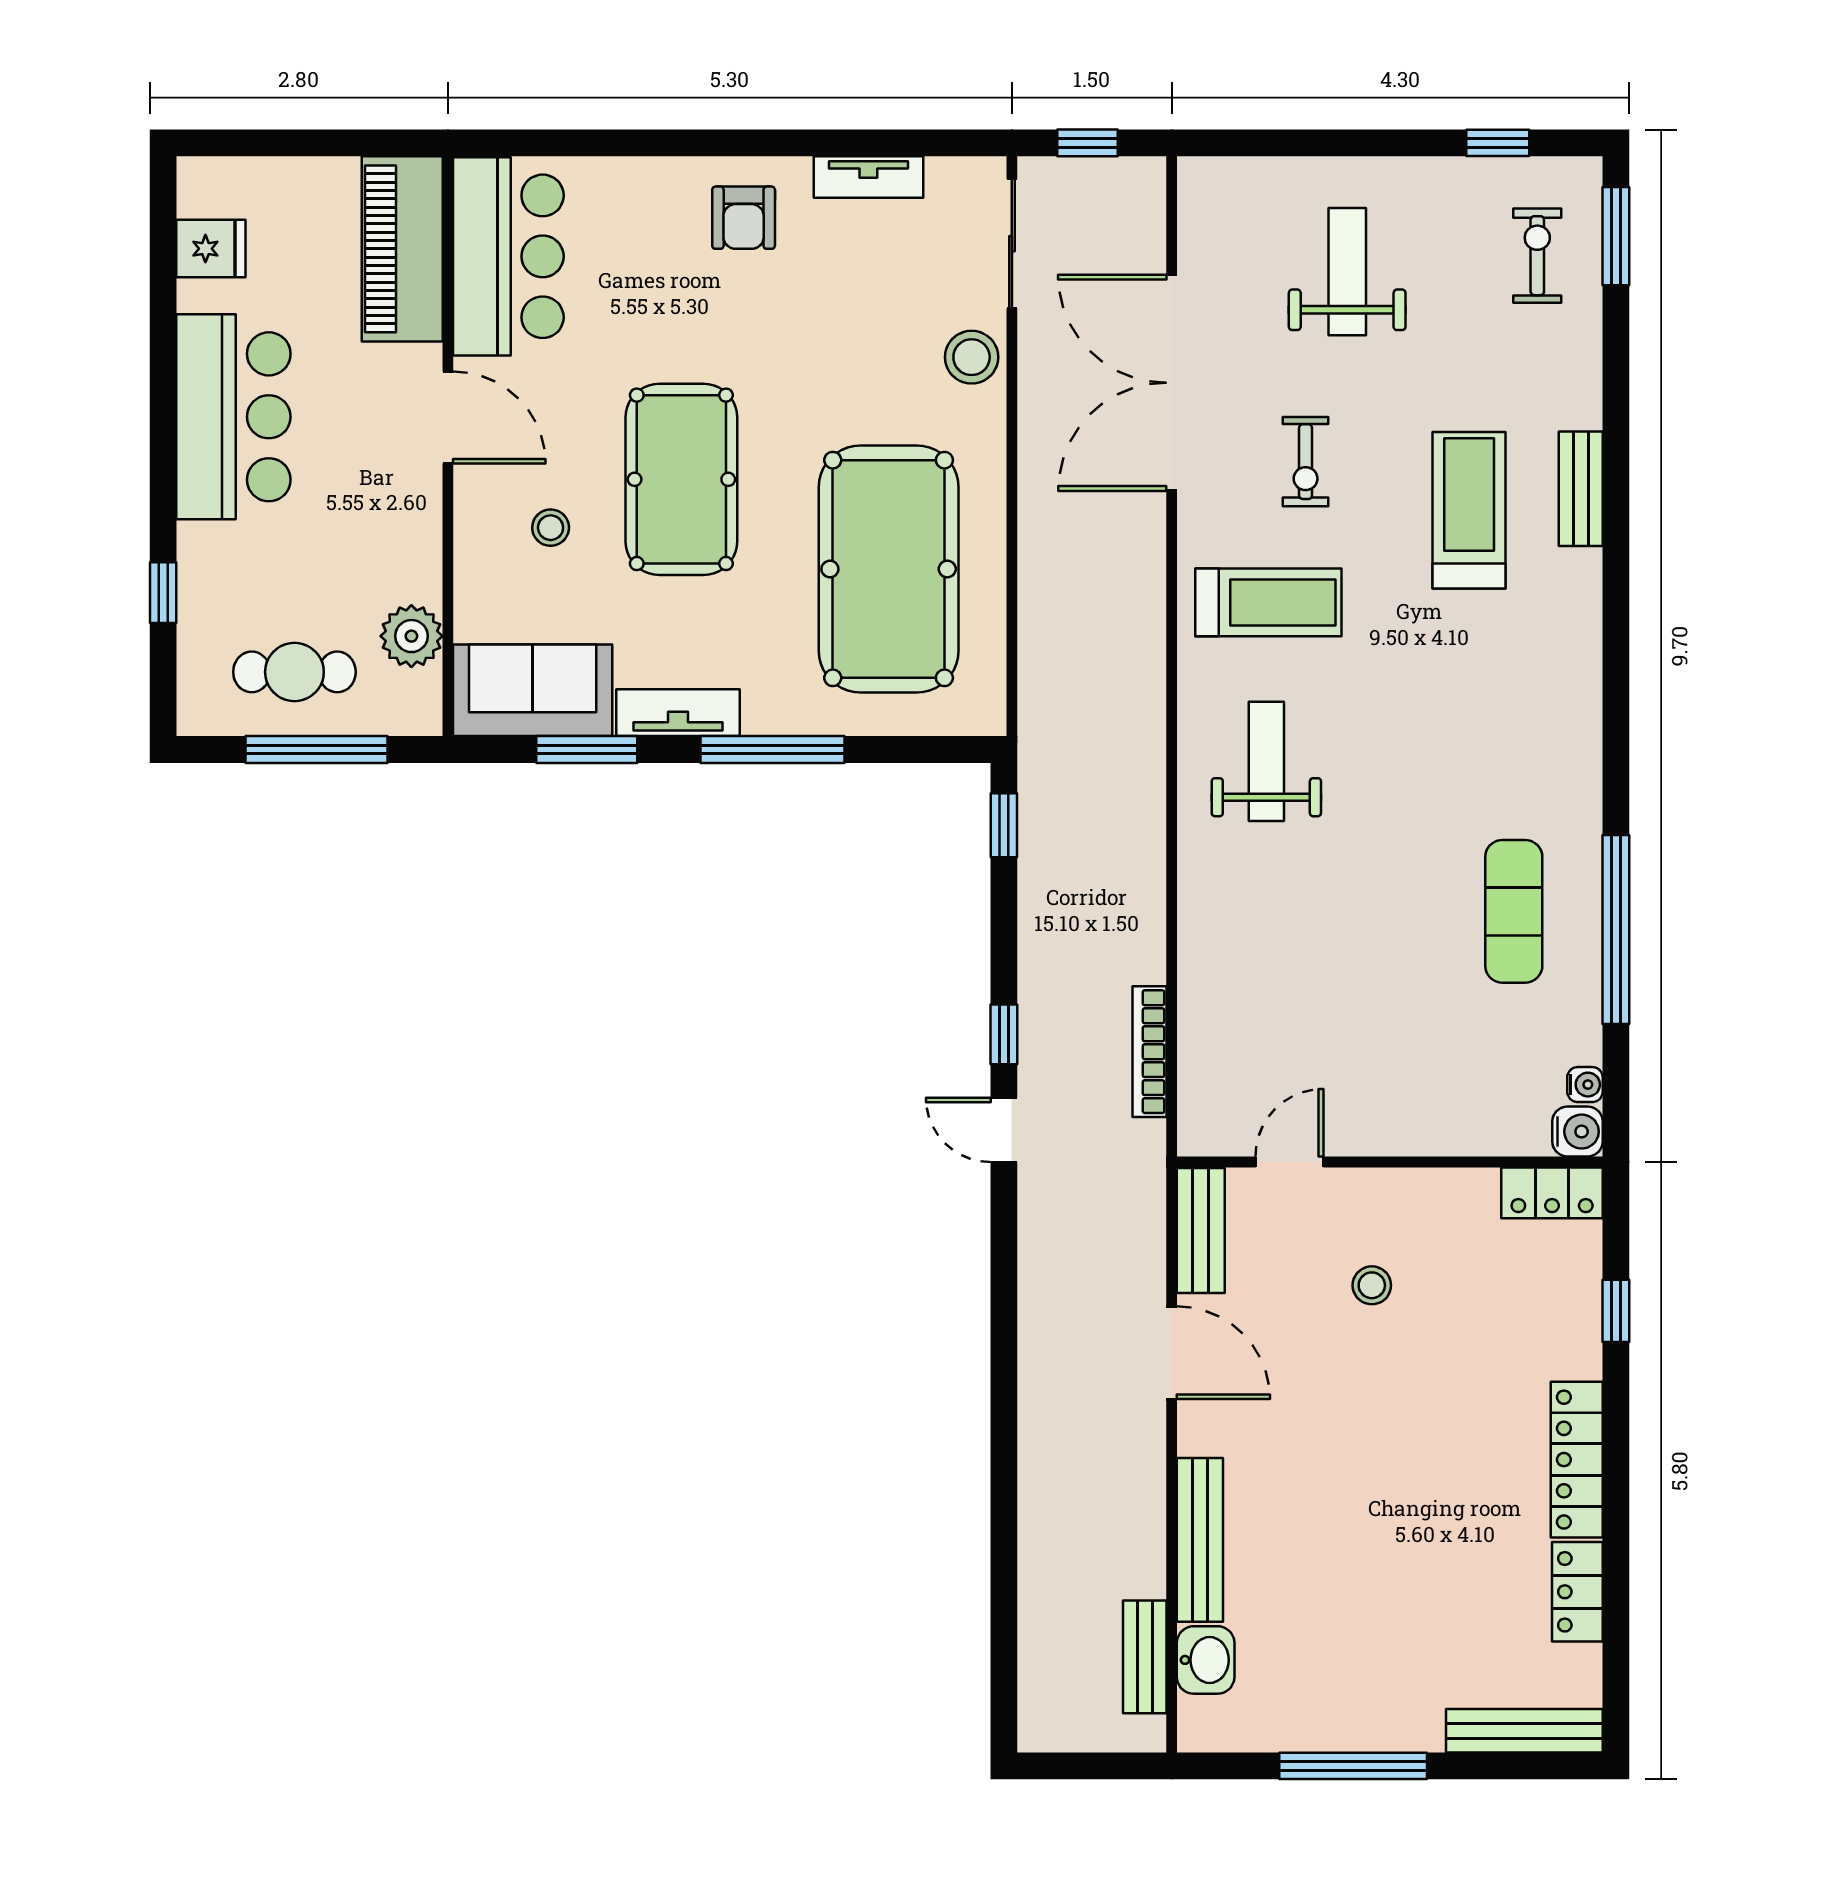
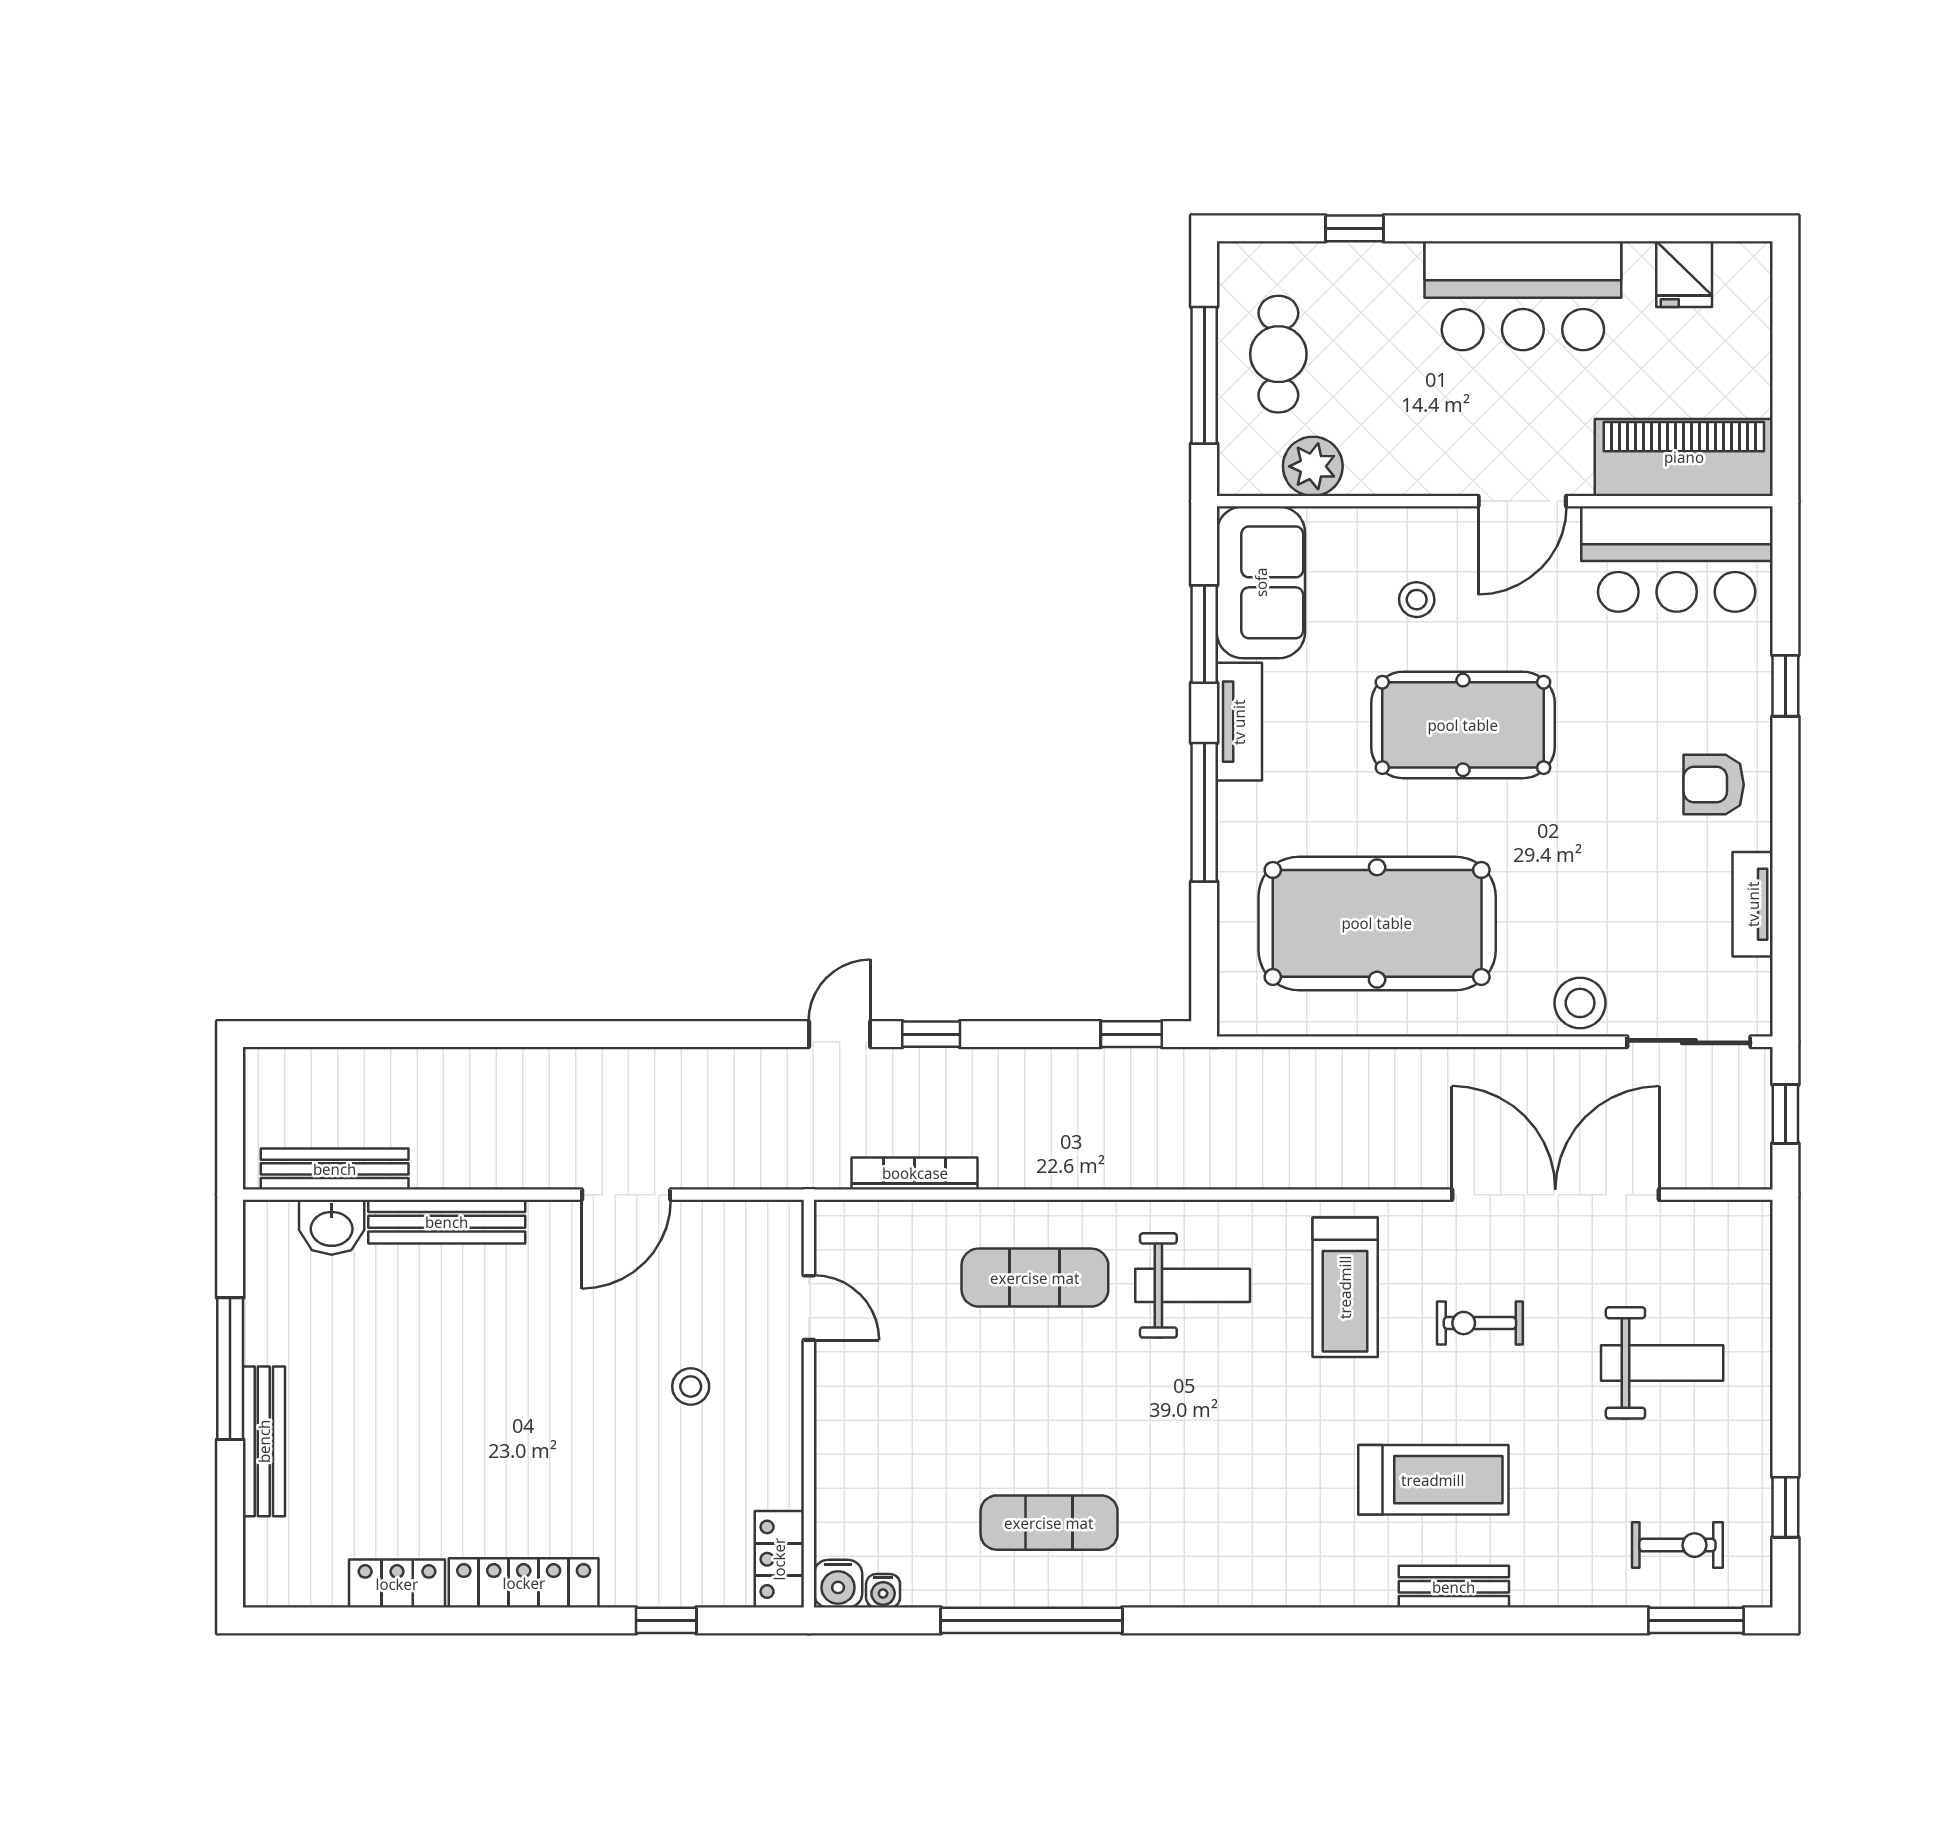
window: (641, 143) -> (1785, 686), added
exercise mat: (1258, 926) -> (1035, 1278), added
bench: (1201, 1231) -> (743, 1223), removed
bench: (1145, 1657) -> (335, 1169), width x1.36
bench: (1524, 1731) -> (264, 1441), moved

